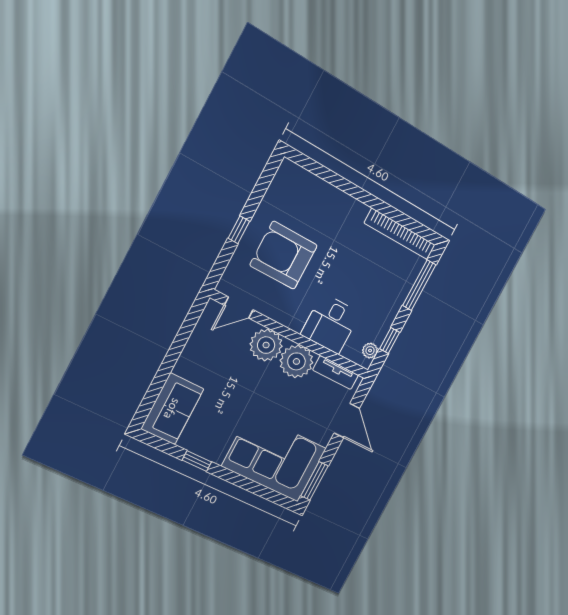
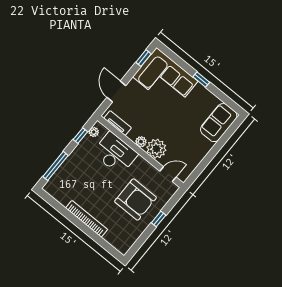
bookcase: (400, 234) -> (87, 219), moved
desk: (331, 324) -> (115, 153), width x1.37
plant: (296, 361) -> (141, 142), width x0.53, depth x0.53
window: (197, 461) -> (201, 80), moved
window: (315, 481) -> (144, 58), width x0.67

